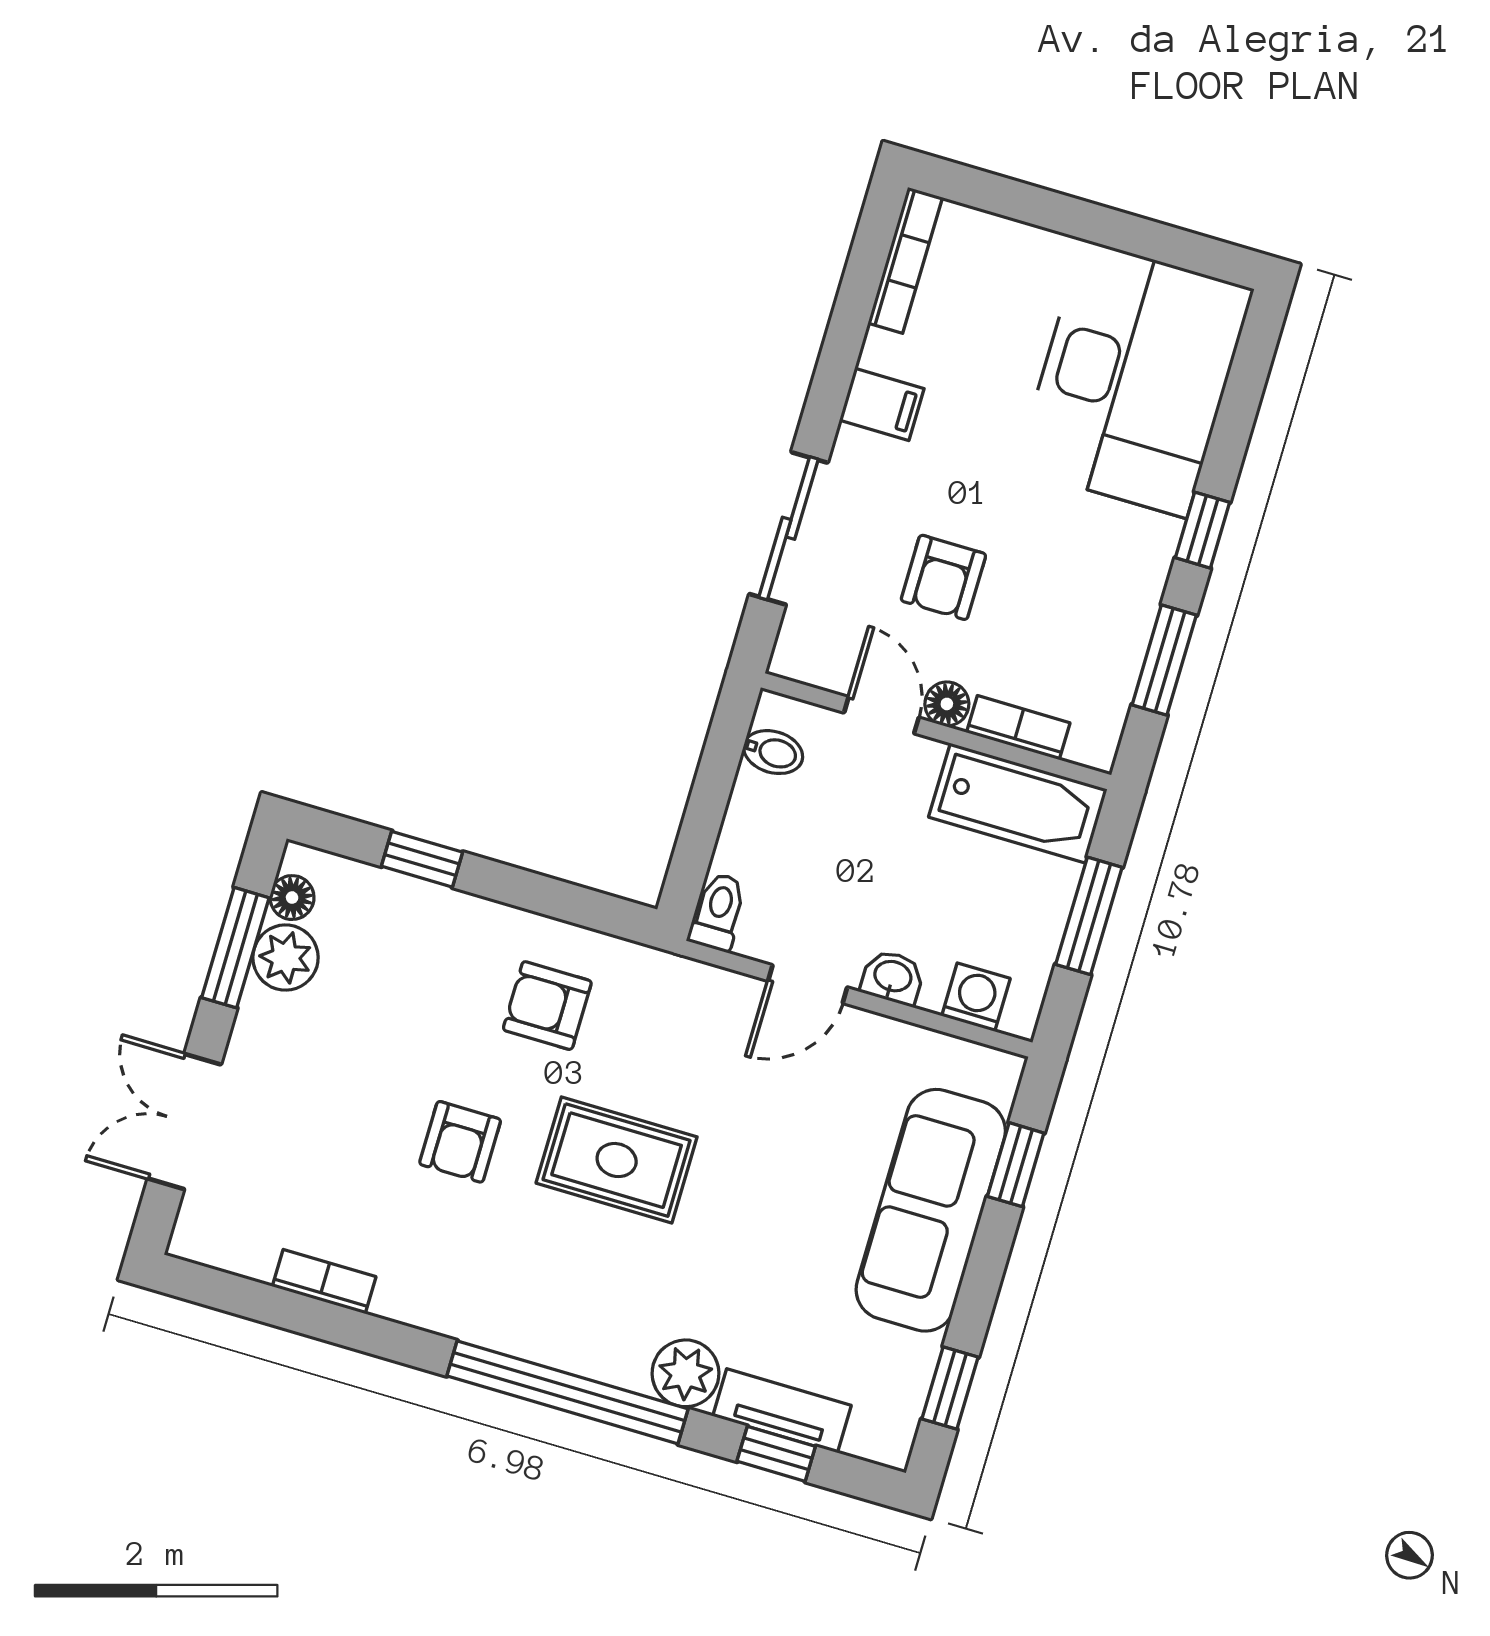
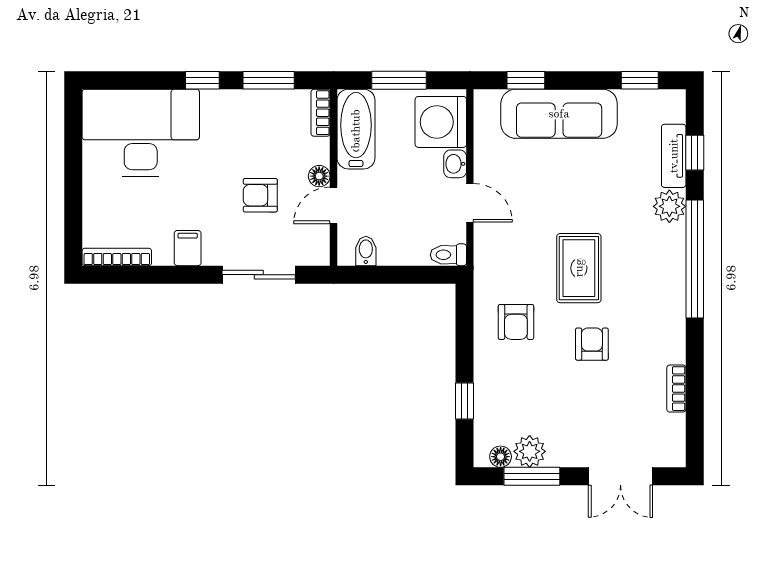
armchair: (943, 577) -> (260, 195), turned 180
bookcase: (1018, 728) -> (321, 113), moved
washing machine: (976, 997) -> (441, 122), width x1.89, depth x1.89
armchair: (460, 1142) -> (592, 344), turned -90

